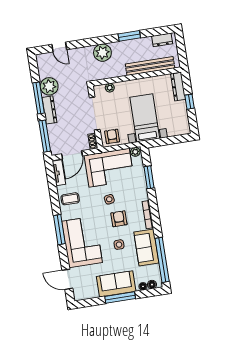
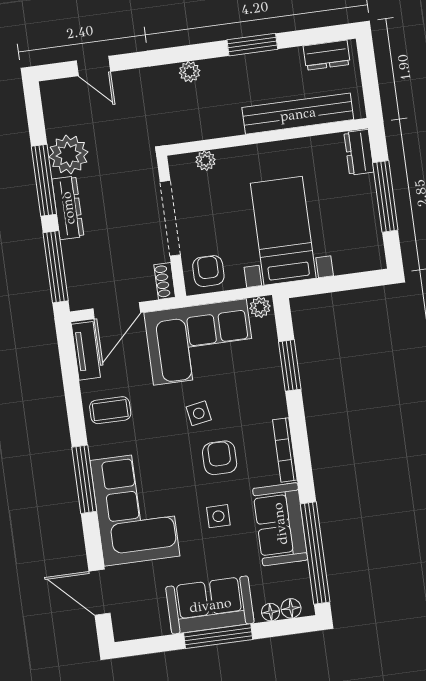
plant: (102, 53) -> (190, 72), width x0.53, depth x0.53
dresser: (178, 87) -> (359, 152), width x0.70
window: (190, 102) -> (385, 196), width x2.17

